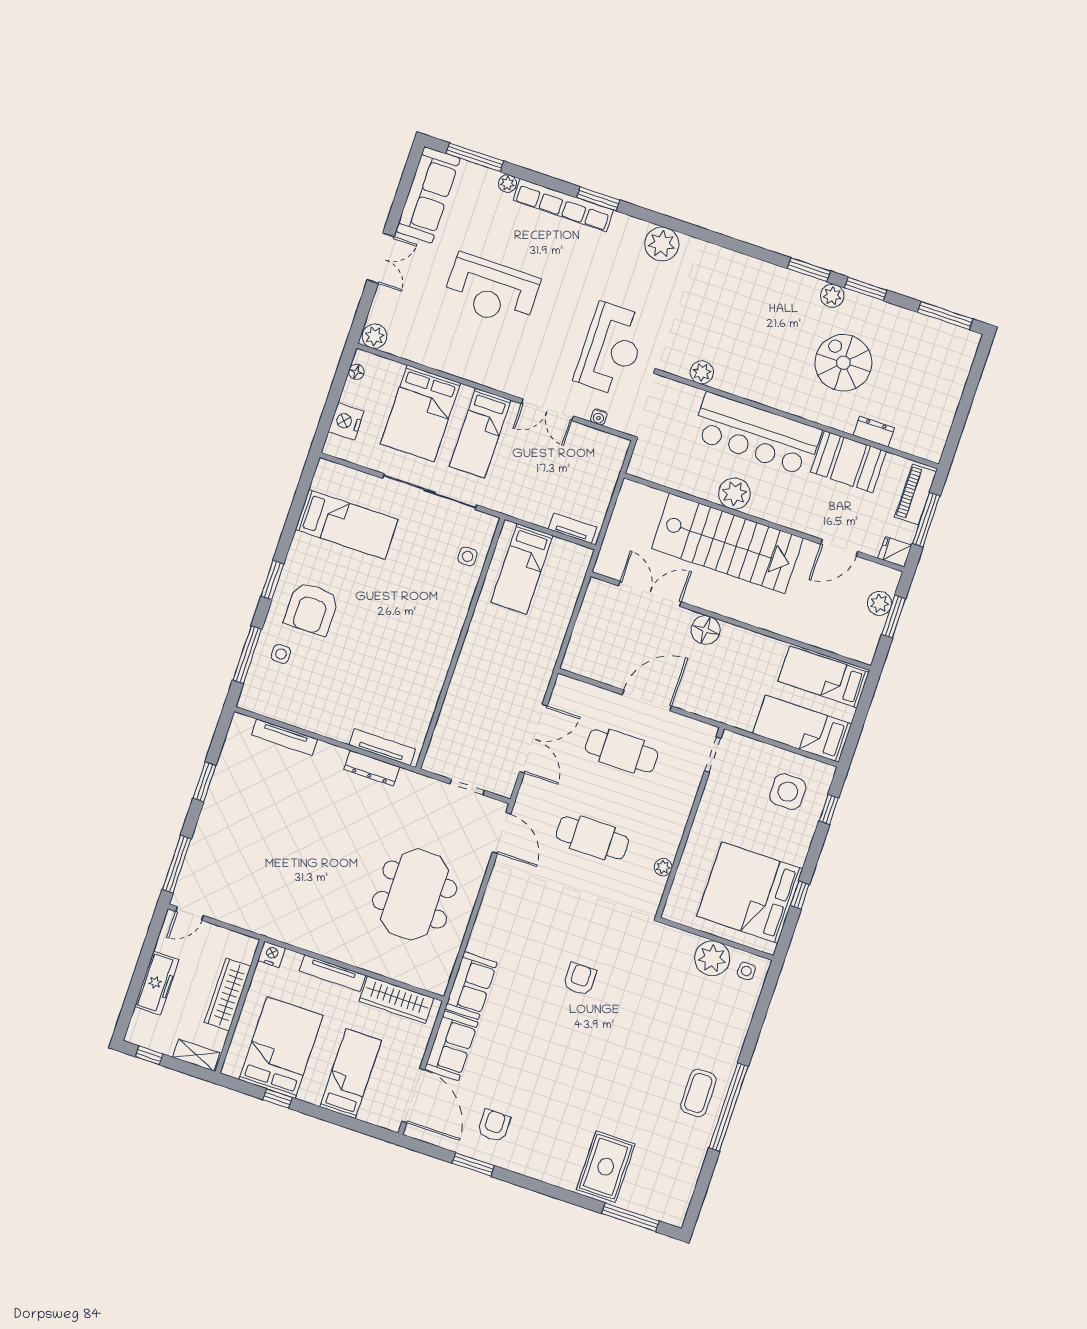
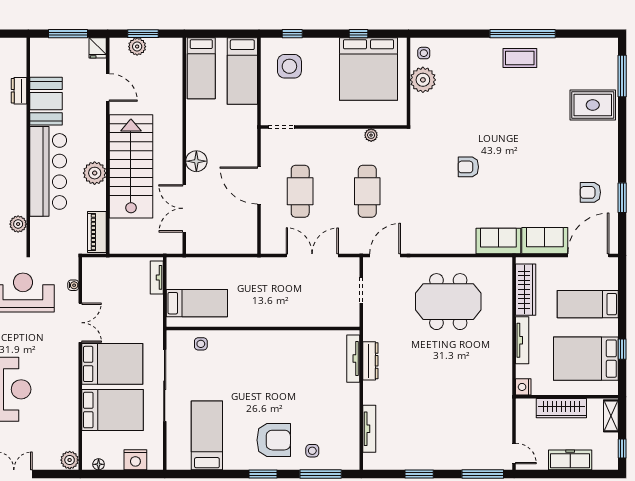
bed: (480, 433) -> (112, 364), width x1.50
piano: (916, 495) -> (97, 232), moved, turned 90

